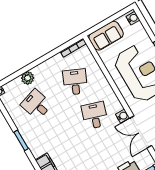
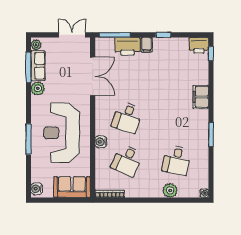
desk: (36, 105) -> (177, 160), turned 30
water cooler: (123, 116) -> (101, 142), moved

